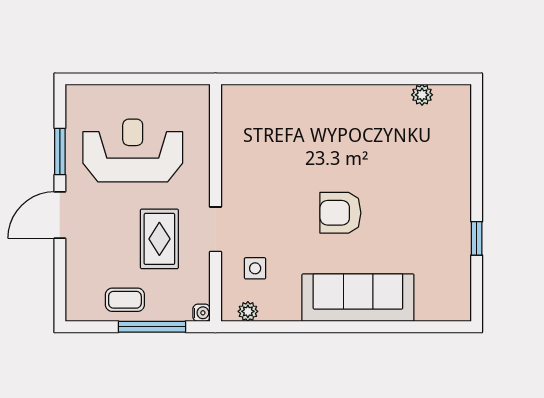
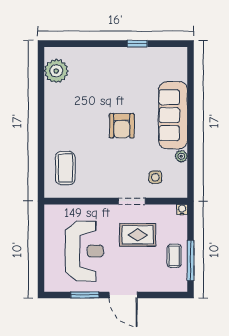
plant: (422, 95) -> (56, 71), width x1.87, depth x1.87
coffee table: (270, 119) -> (65, 168), added
reception desk: (133, 151) -> (84, 251), turned 180
plant: (248, 311) -> (181, 156), moved
window: (152, 327) -> (191, 260), moved

